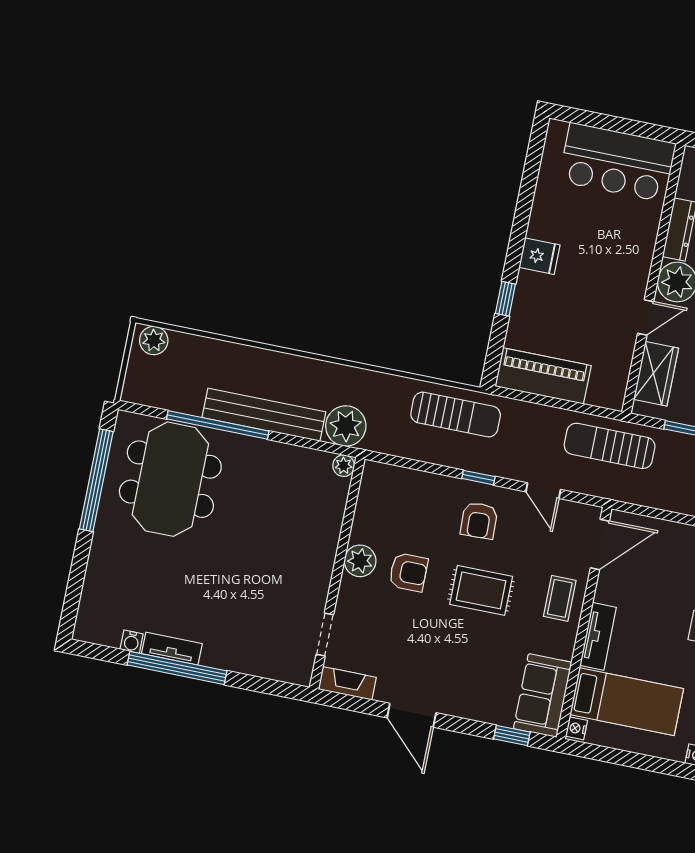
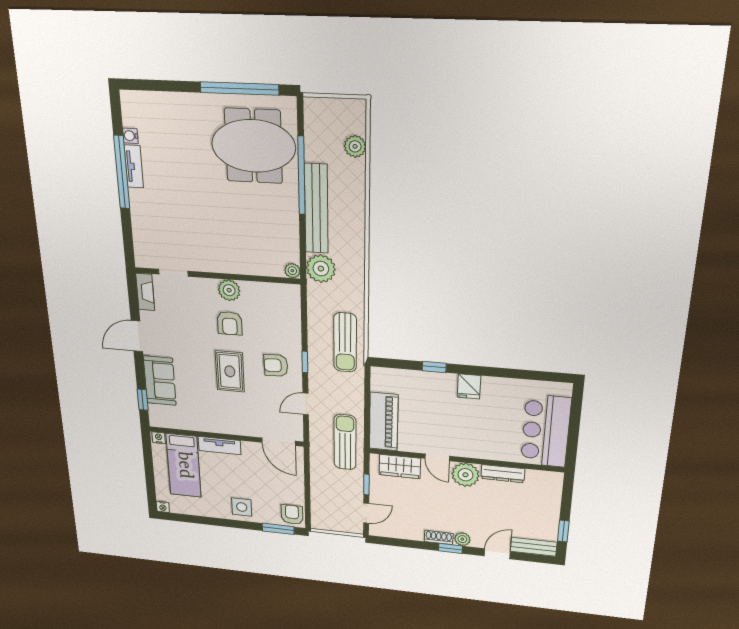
plant: (154, 340) -> (355, 146), moved
piano: (543, 376) -> (384, 422), moved
coffee table: (560, 598) -> (237, 421), removed
sofa: (543, 695) -> (160, 381), moved, turned 90

